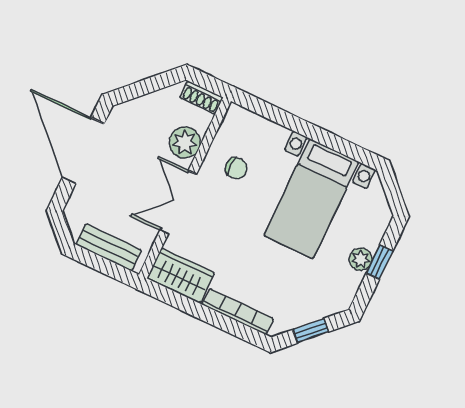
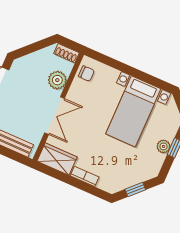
chair: (236, 168) -> (86, 73), moved
double door: (178, 202) -> (54, 116), swing flipped
bookcase: (238, 312) -> (85, 176), width x0.64

